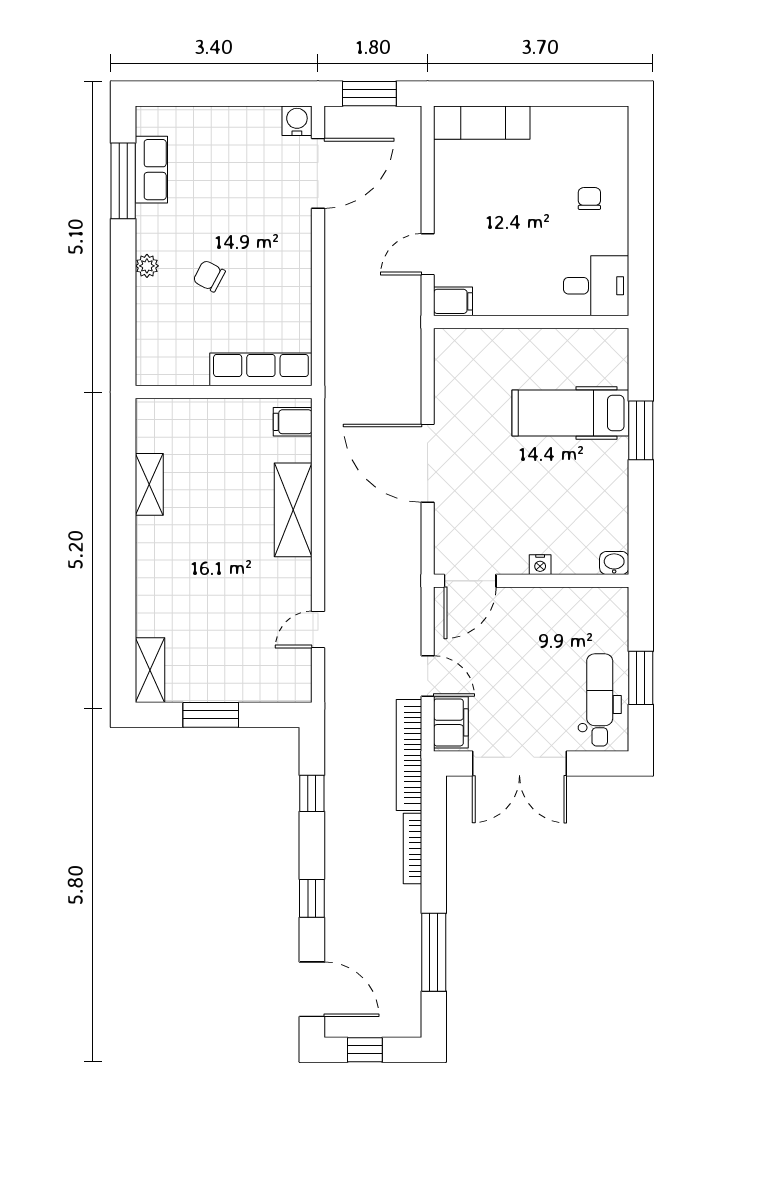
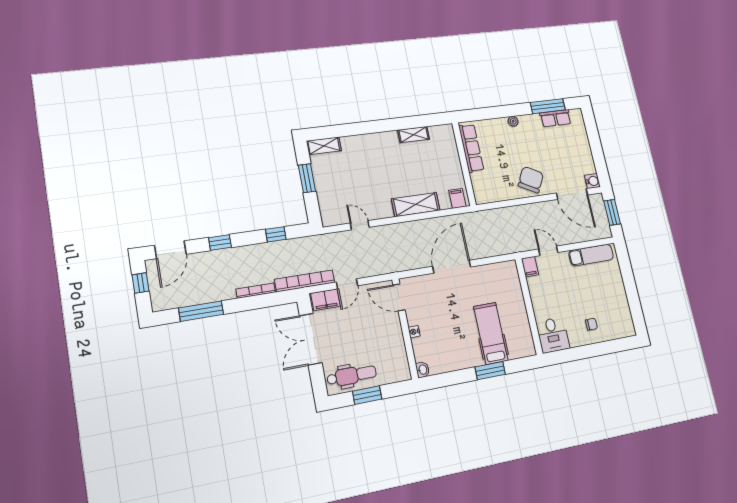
exam couch: (482, 123) -> (591, 255), moved, turned -90
chair: (209, 276) -> (531, 180), moved, width x1.87, depth x1.87
row of seats: (261, 369) -> (471, 148), moved

